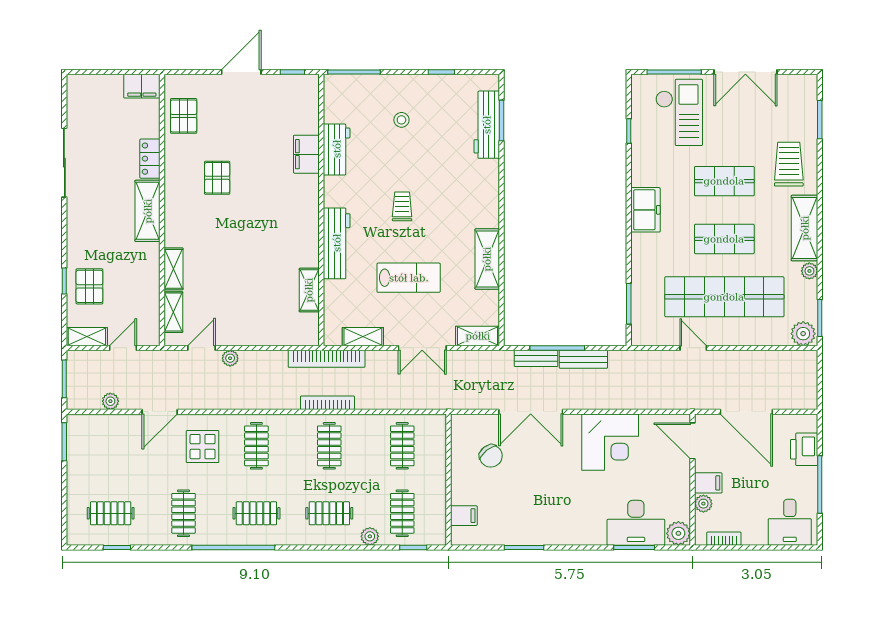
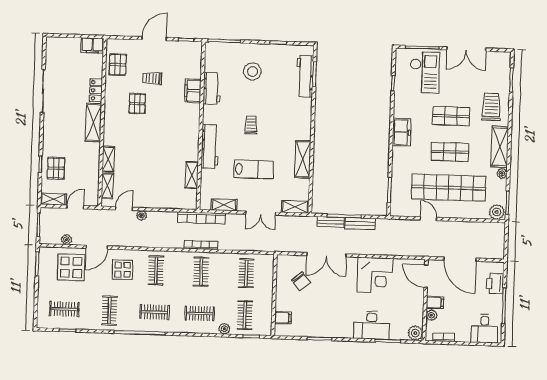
stool: (401, 120) -> (252, 71), width x1.89, depth x1.89
trolley: (240, 136) -> (152, 78), added
display table: (119, 446) -> (71, 267), added
desk: (636, 523) -> (372, 325), moved

